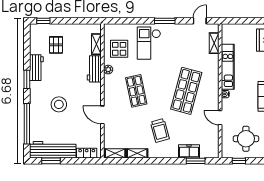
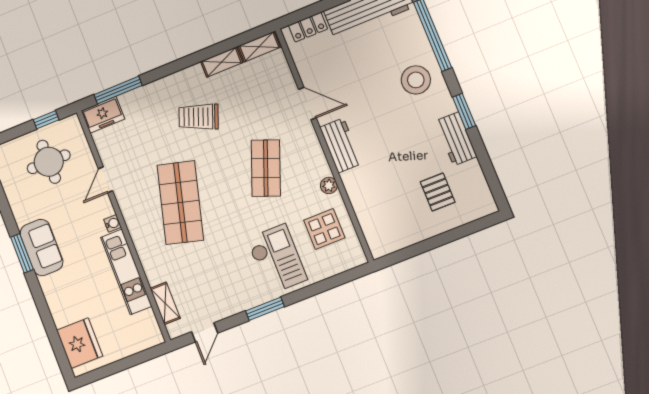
window: (43, 21) -> (477, 226), removed
shelving: (96, 44) -> (367, 221), removed
workbench: (94, 69) -> (341, 145), moved
shop shelf: (136, 91) -> (266, 168), turned 33
stool: (59, 104) -> (416, 80), moved
door: (220, 118) -> (106, 180), swing flipped
trolley: (160, 130) -> (199, 117), turned -54
freezer: (189, 151) -> (103, 115), moved
window: (196, 161) -> (118, 90), width x1.44

